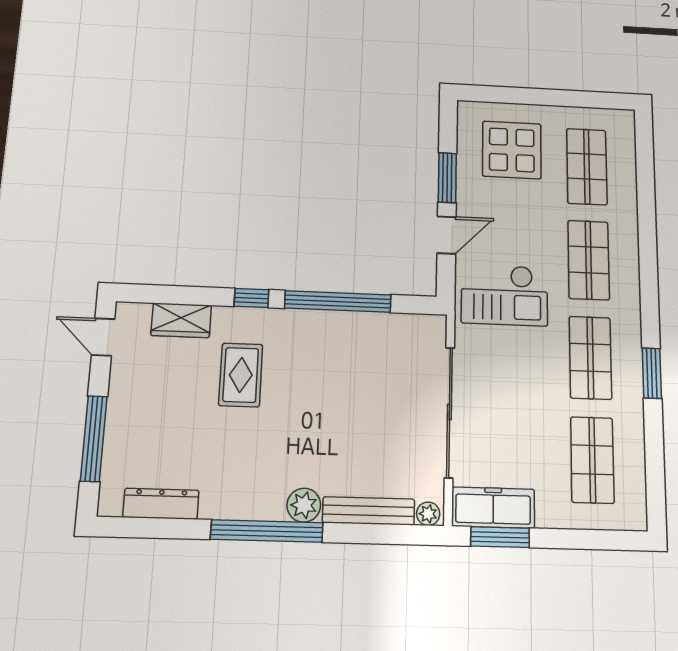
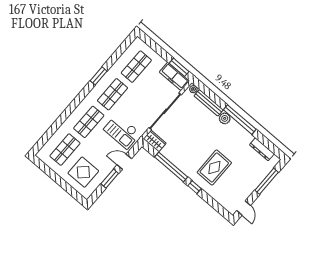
checkout: (504, 295) -> (122, 131), turned 180
wardrobe: (181, 320) -> (155, 141), moved
rug: (241, 375) -> (214, 168), width x1.36, depth x1.43

